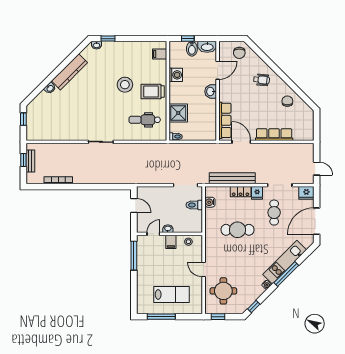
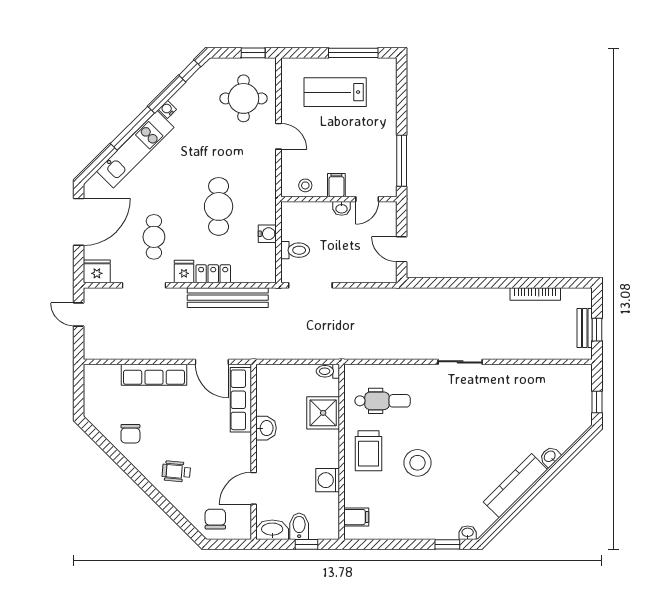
trolley: (153, 91) -> (369, 451), turned 90
washbasin: (211, 91) -> (266, 428), moved
water cooler: (210, 202) -> (267, 234), moved
cafe table: (237, 230) -> (219, 206), turned 90

